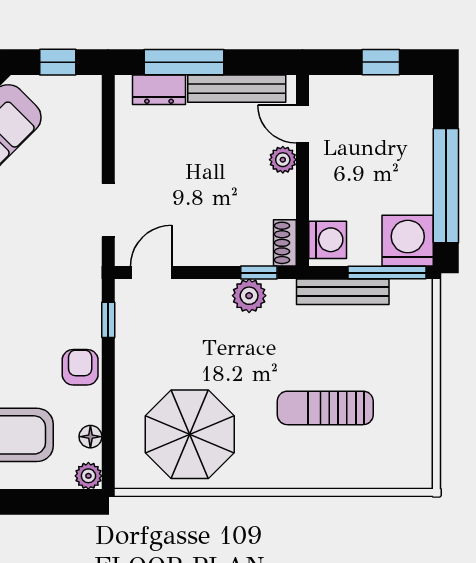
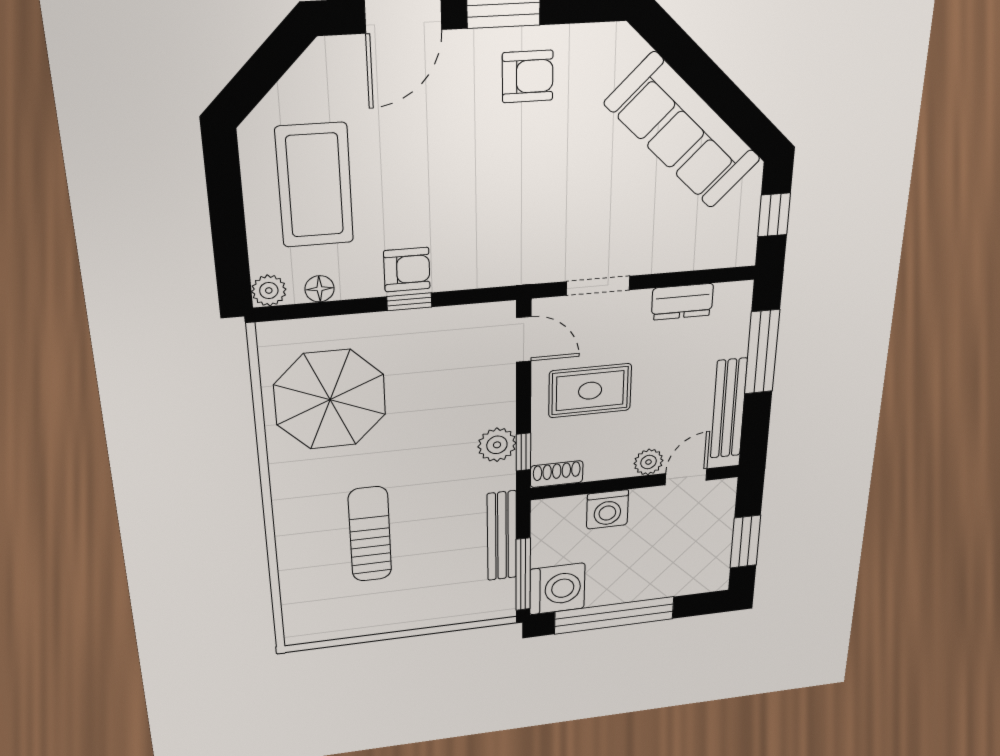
window: (381, 62) -> (745, 542), width x1.50
dresser: (159, 90) -> (682, 302), moved, turned -90
rug: (205, 215) -> (590, 391), added
washing machine: (328, 240) -> (608, 509), moved
window: (108, 320) -> (409, 302), moved

